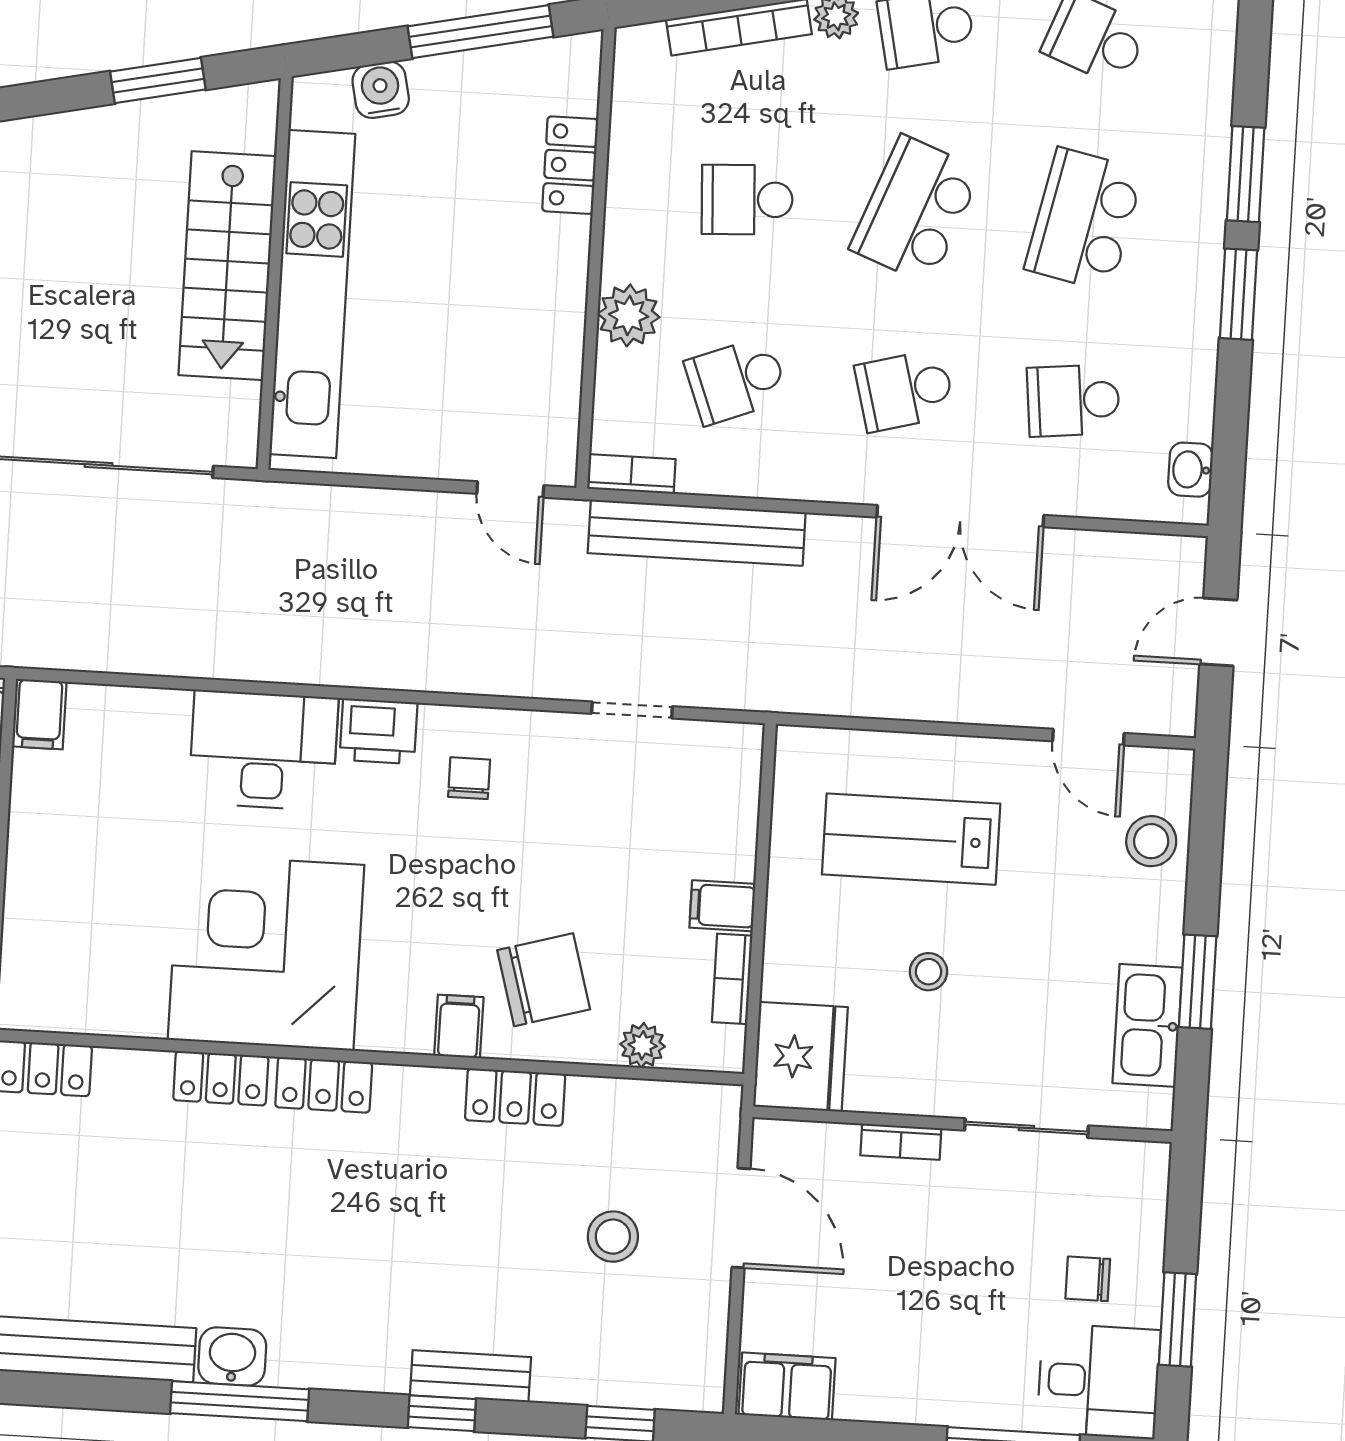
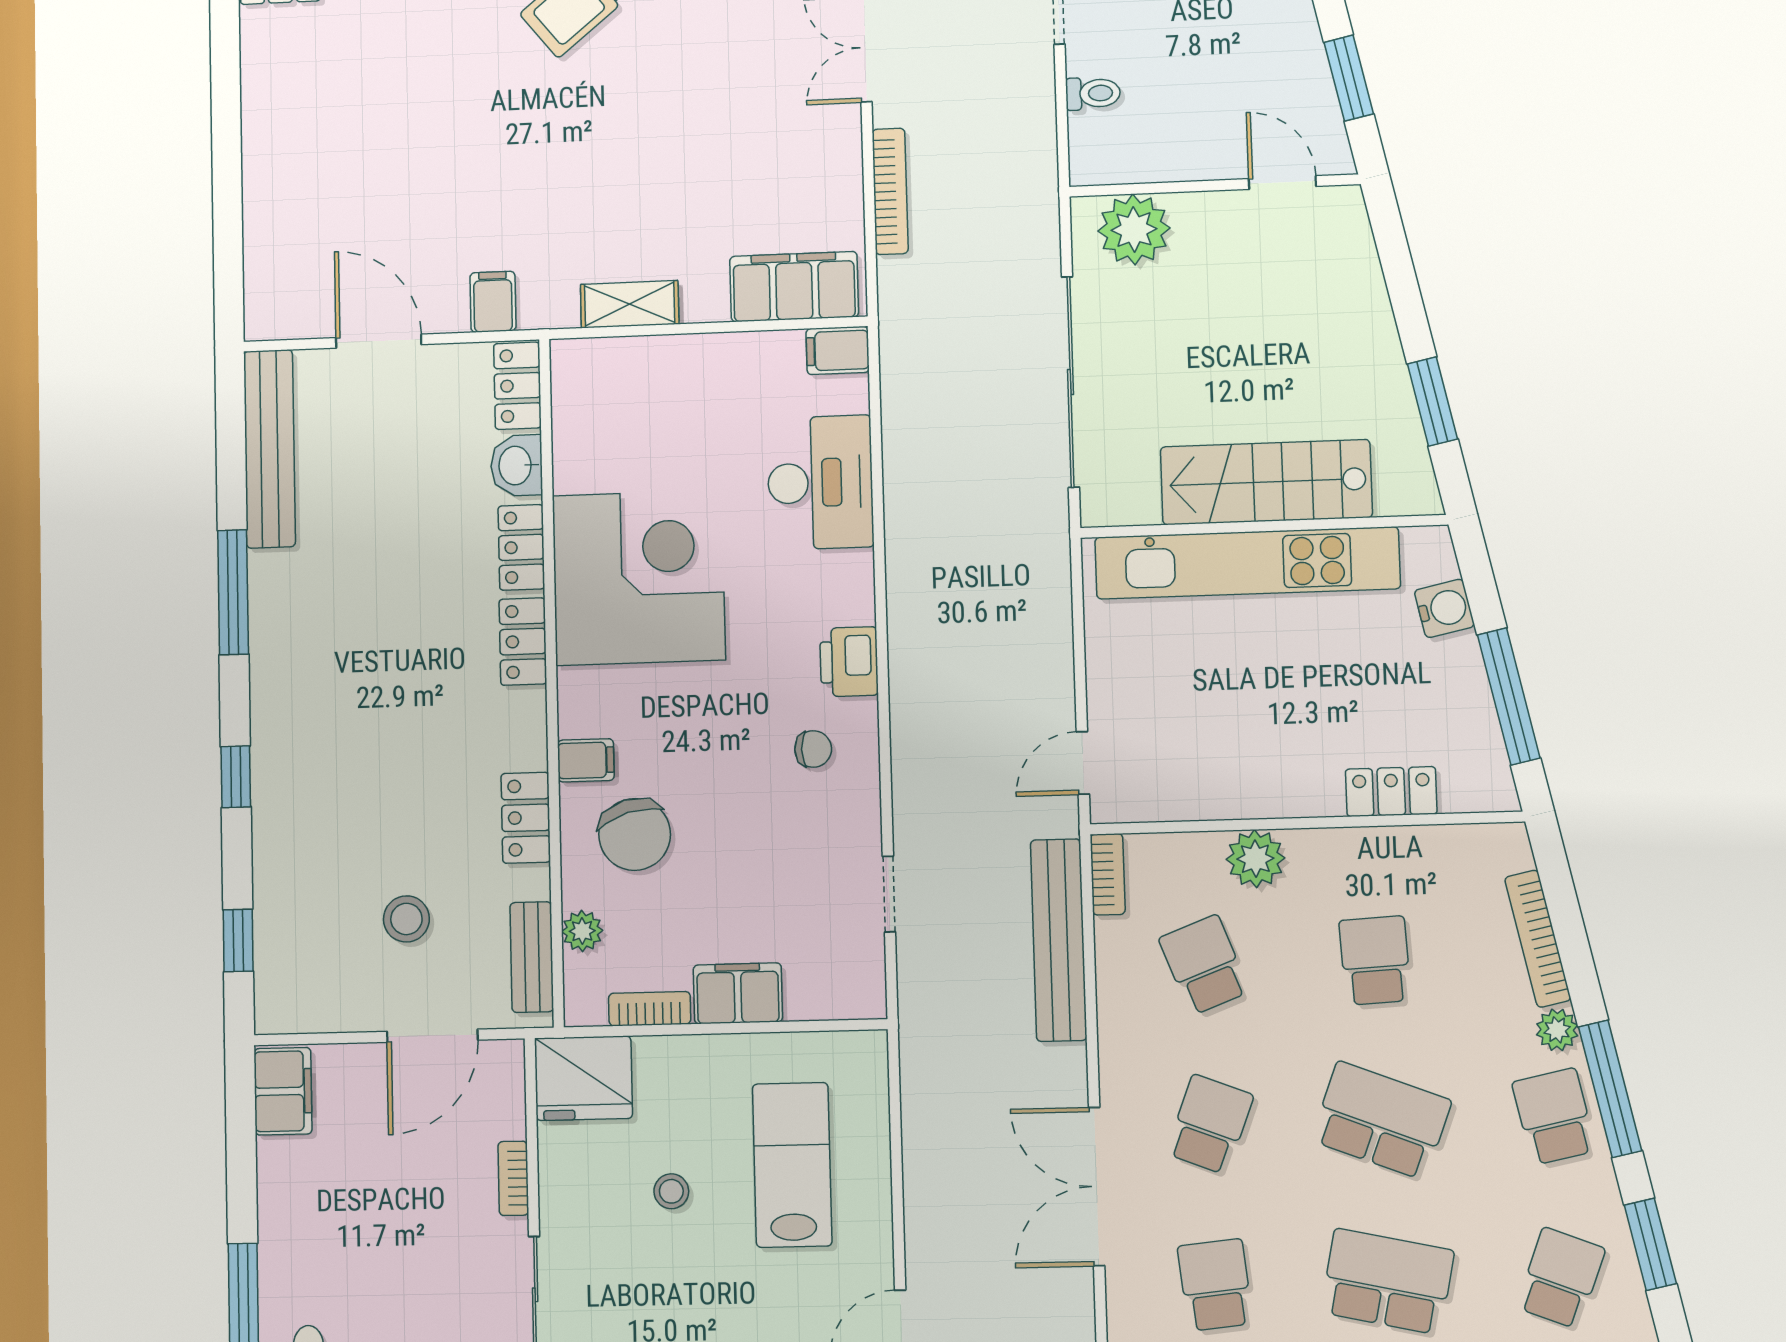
school desk: (905, 390) -> (1210, 1124), turned 36
desk: (263, 750) -> (820, 483), moved
filing cabinet: (722, 906) -> (738, 993), width x2.00
washbasin: (232, 1356) -> (517, 465), moved, turned 180
bench: (471, 1376) -> (532, 957), moved

